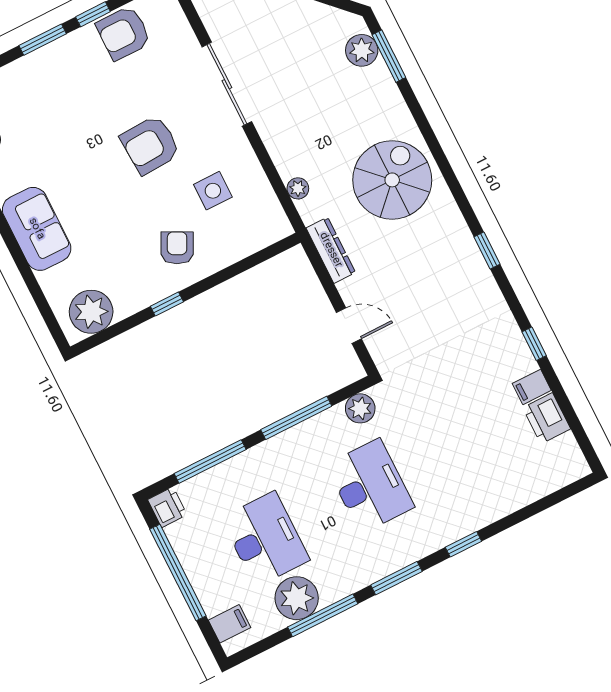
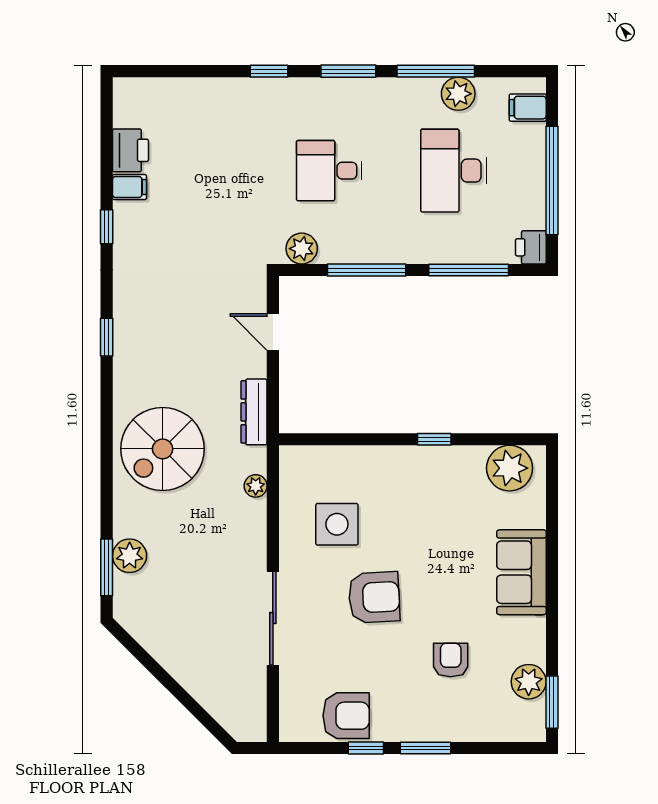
plant: (362, 50) -> (130, 556), moved
side table: (213, 191) -> (337, 524), width x1.37, depth x1.37
armchair: (177, 248) -> (451, 660), moved, turned 153
desk: (370, 486) -> (329, 171), width x0.73
plant: (297, 598) -> (458, 94), width x0.73, depth x0.73

